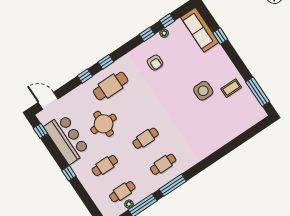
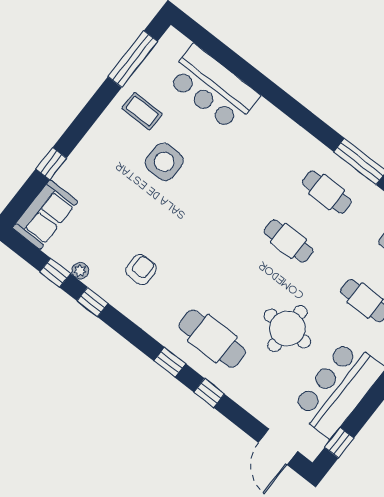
sofa: (200, 30) -> (45, 215), width x0.73
bar counter: (231, 126) -> (213, 88), added

